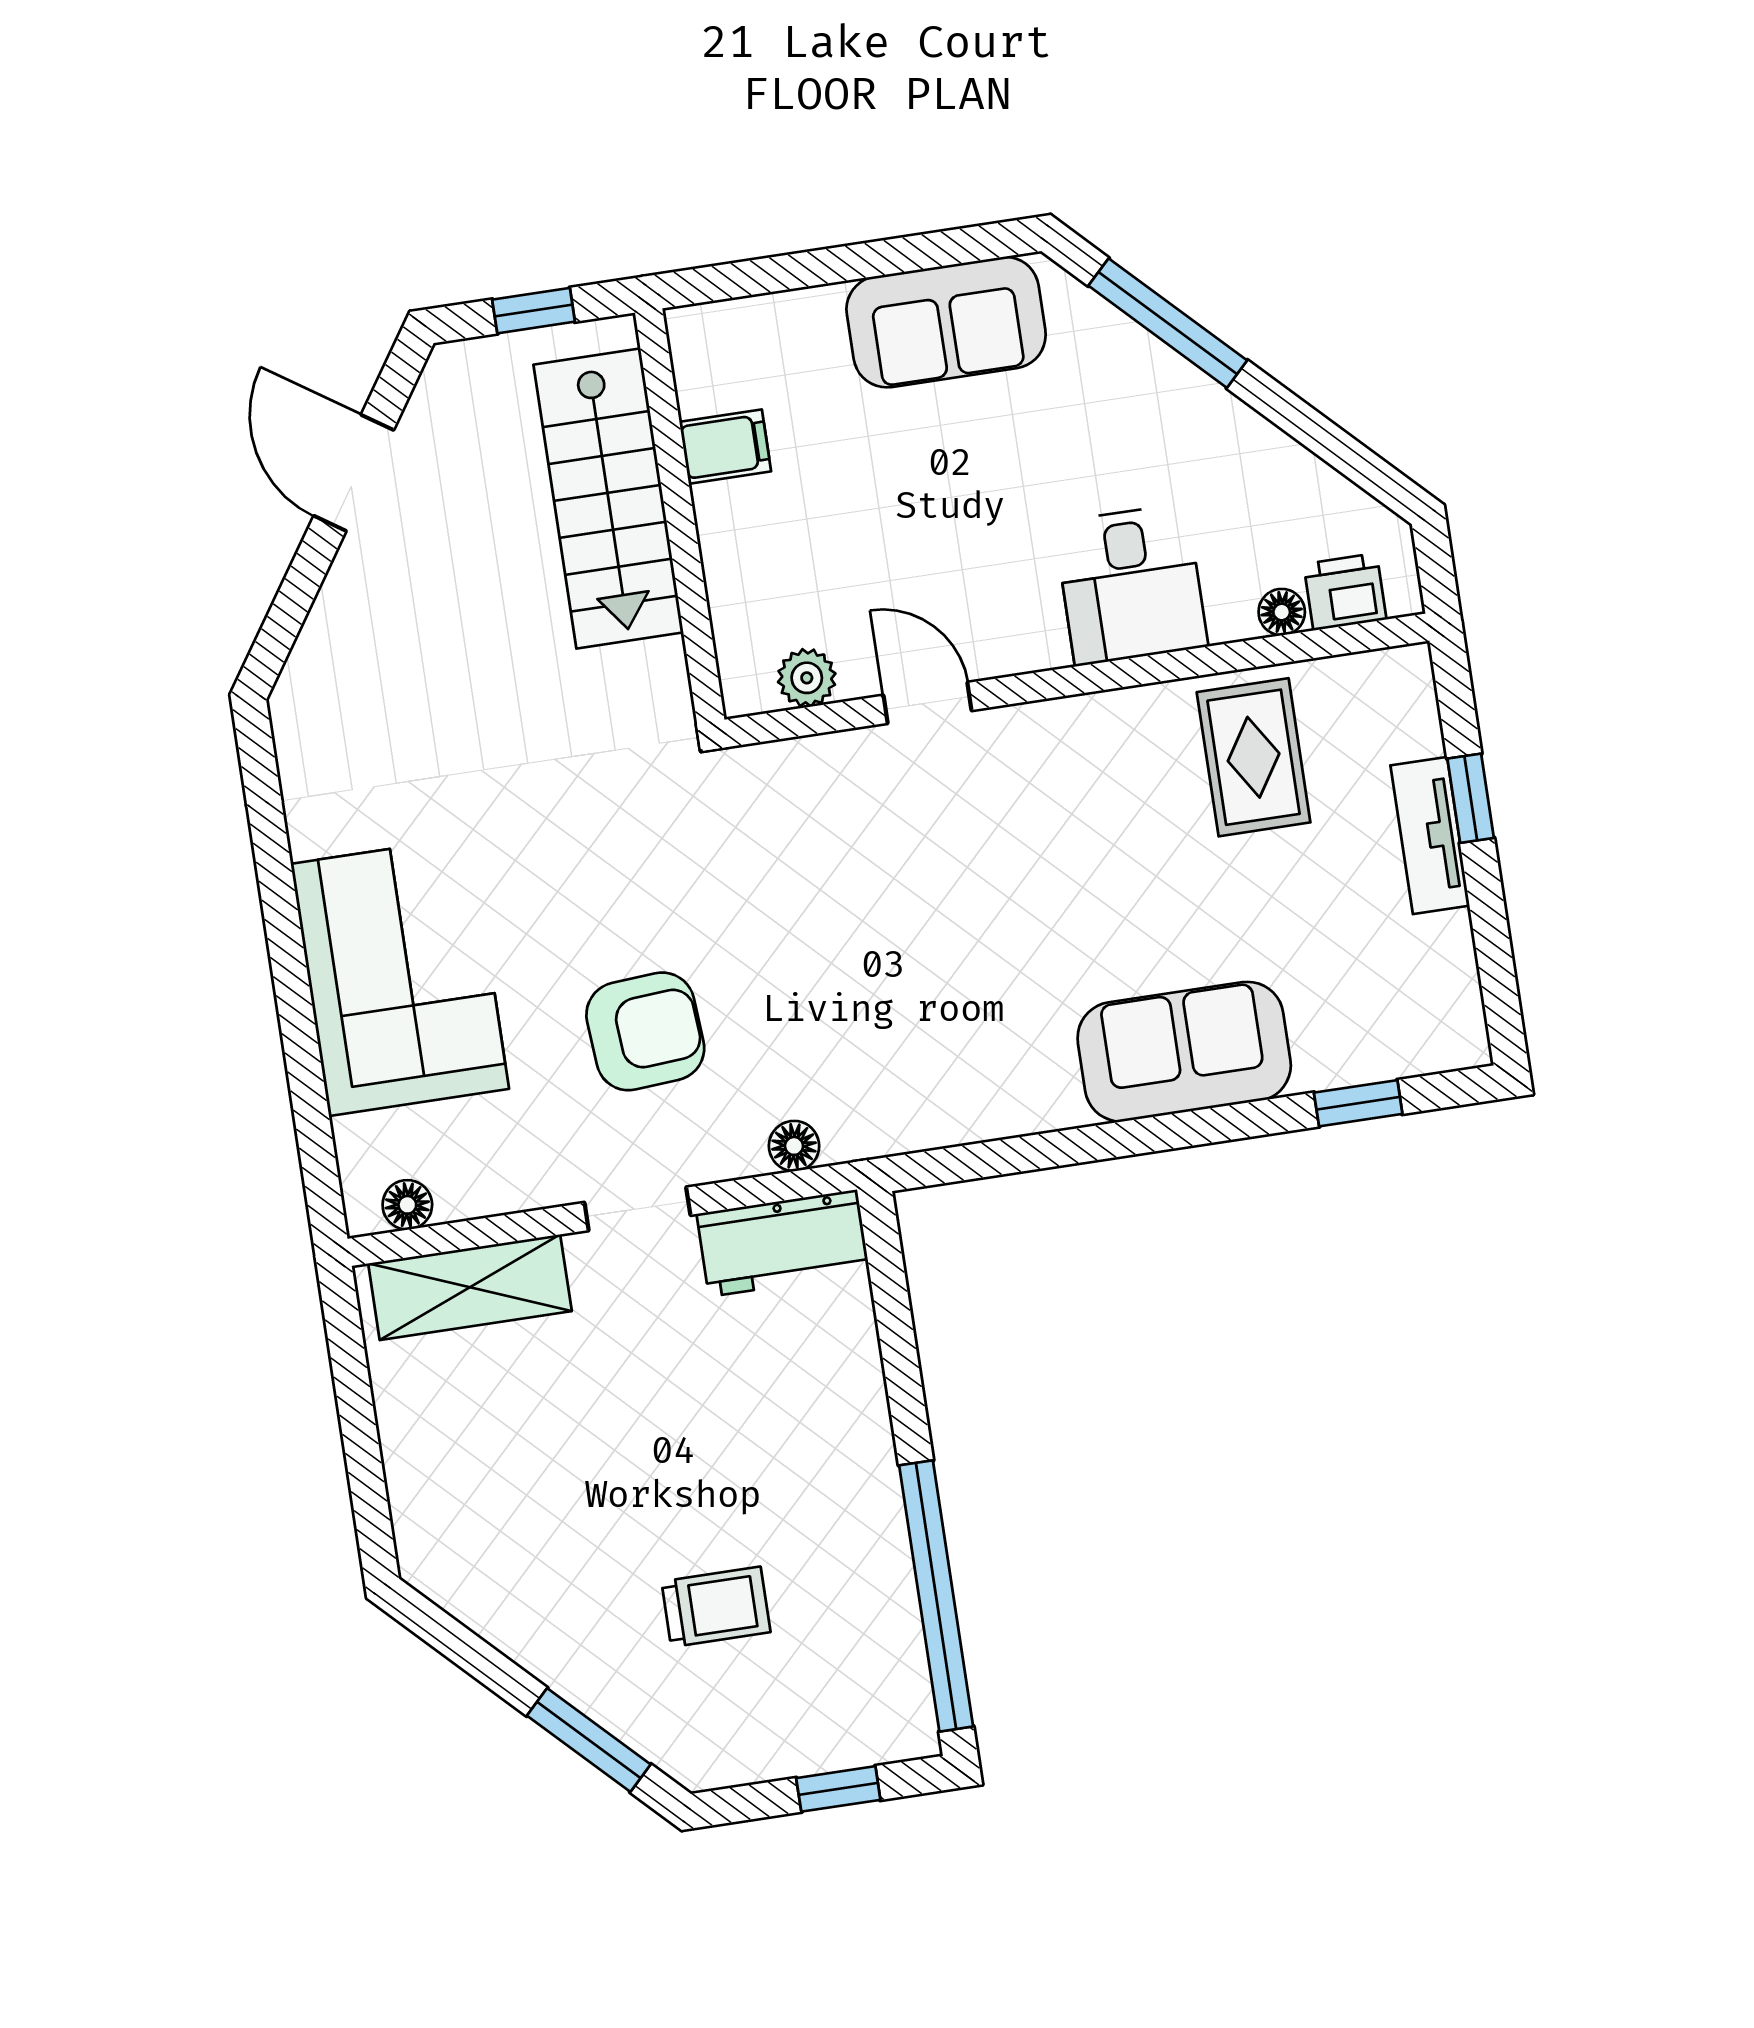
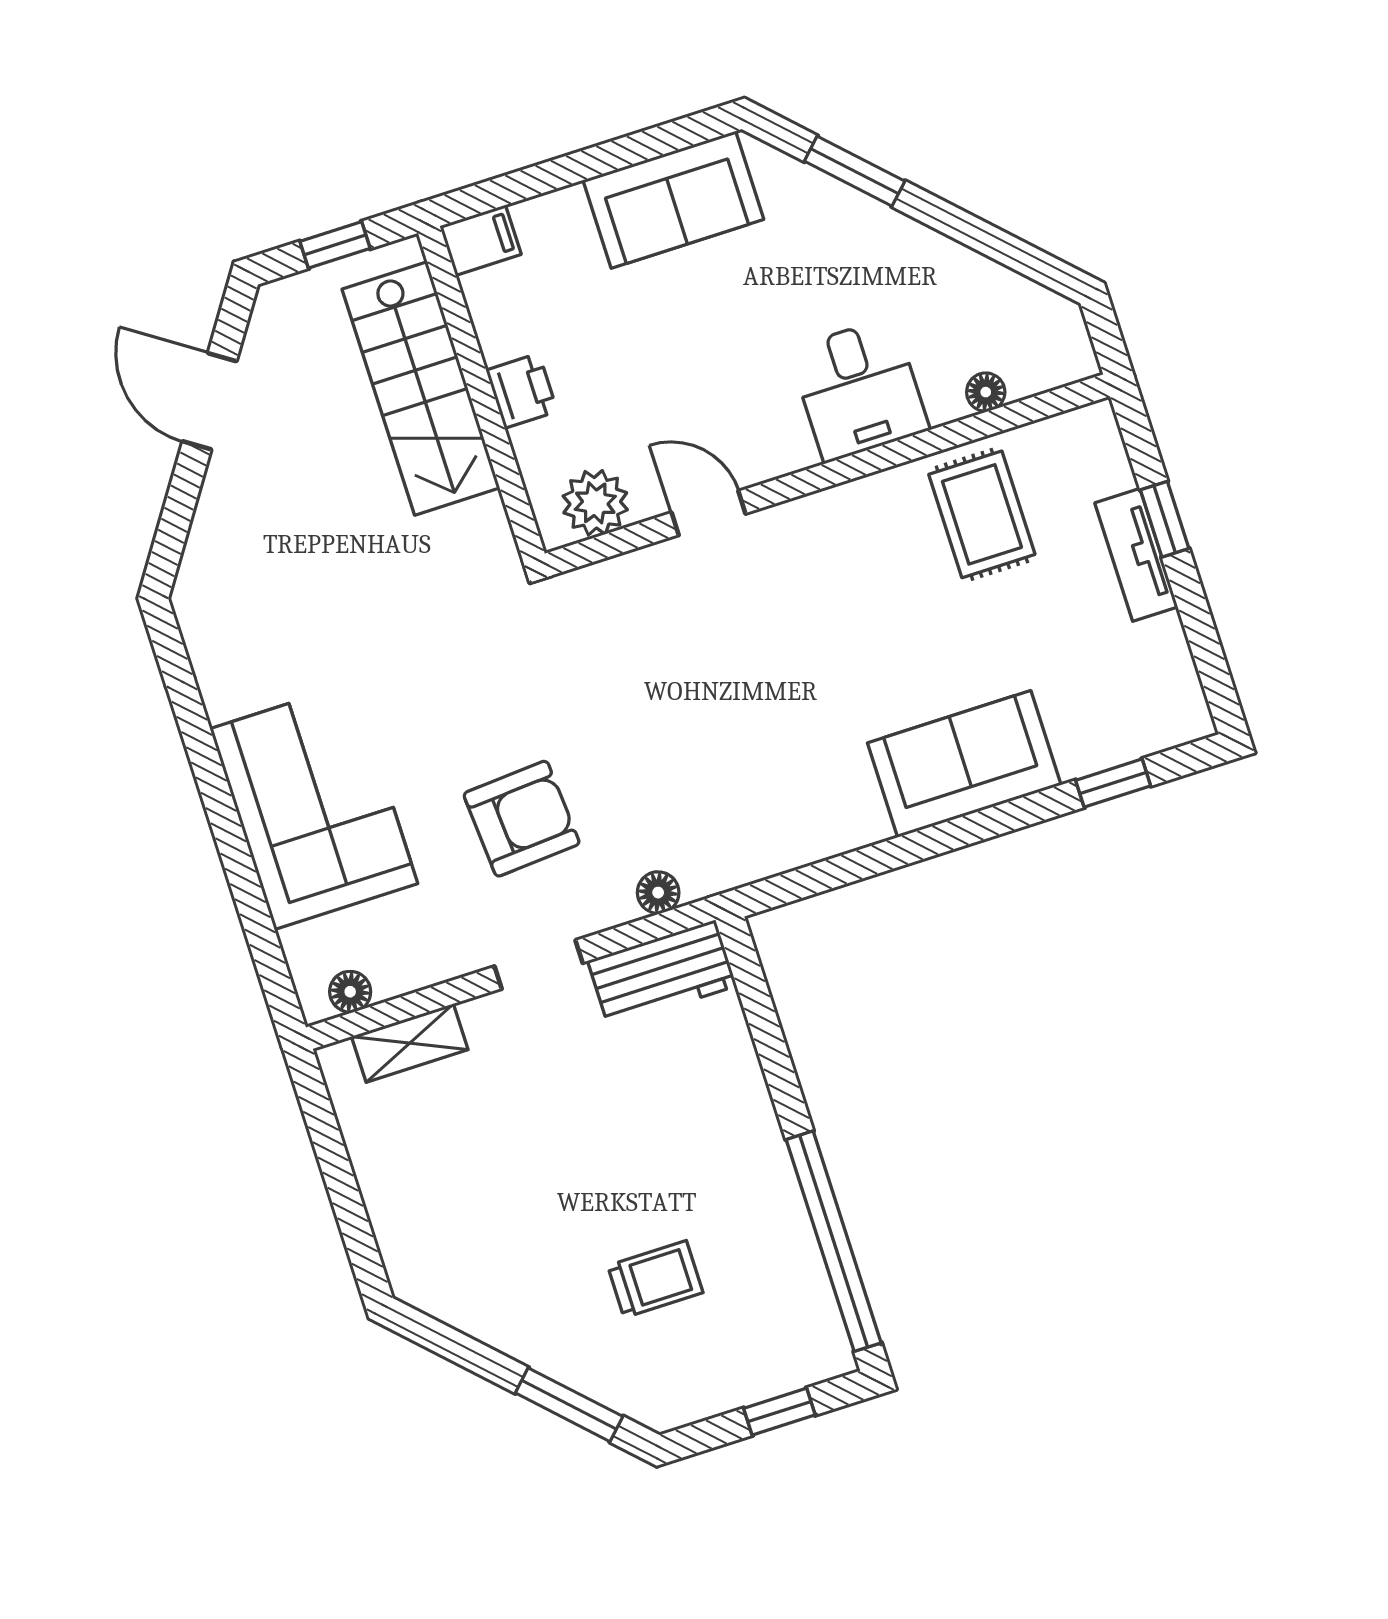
window: (1168, 323) -> (855, 171), width x0.69
filing cabinet: (725, 447) -> (480, 240), moved
printer: (1345, 592) -> (522, 391), moved, turned 90
plant: (807, 678) -> (595, 503), width x1.38, depth x1.38
shelving: (470, 1287) -> (410, 1043), width x0.67, depth x0.75

